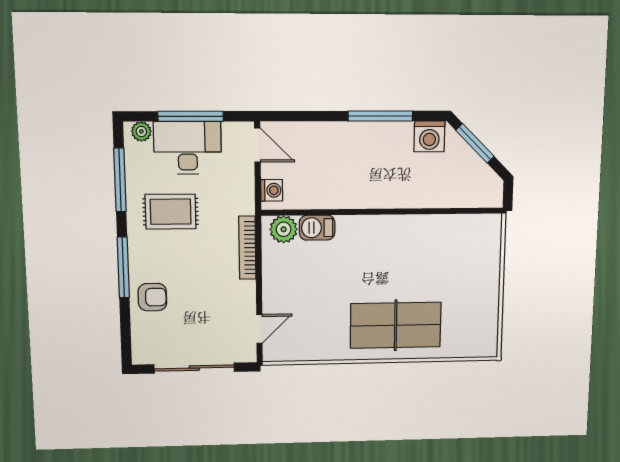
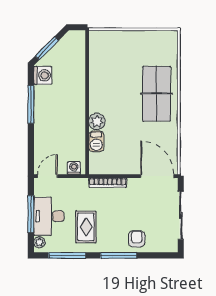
plant: (284, 229) -> (97, 122), moved
door: (259, 329) -> (157, 176), width x1.88

